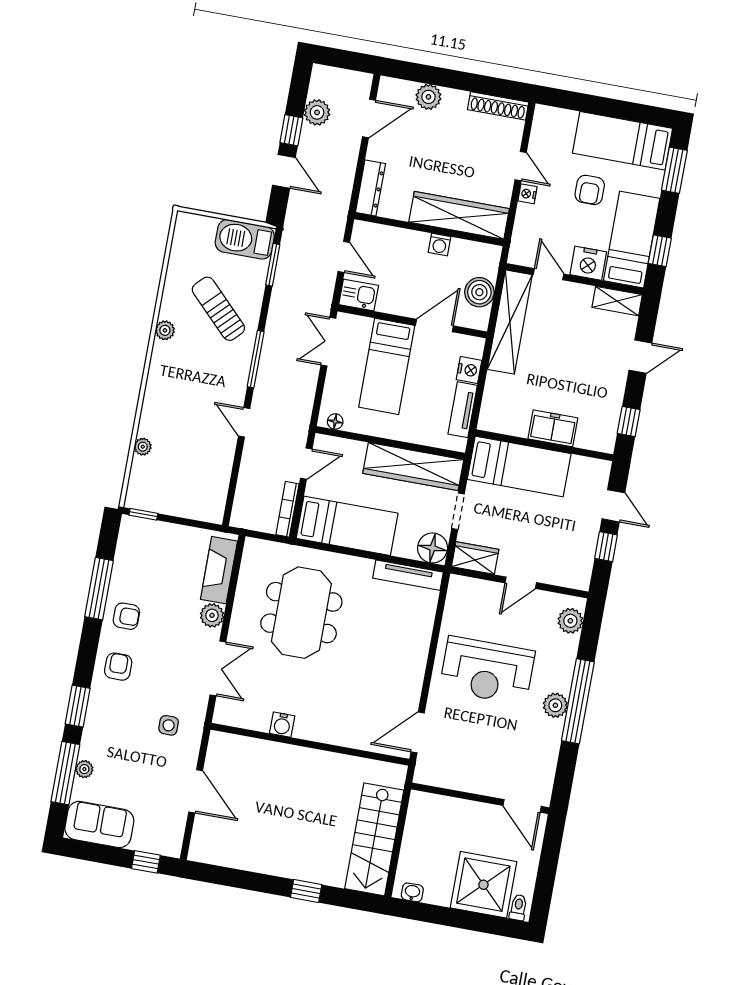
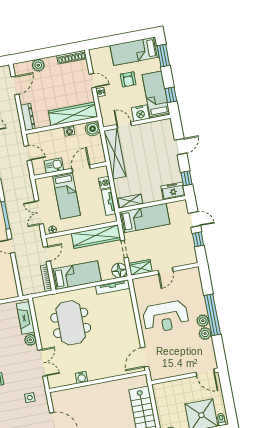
boiler: (479, 292) -> (93, 129), moved
kitchen sink: (359, 295) -> (54, 165), moved
shelving: (617, 301) -> (130, 201), moved
double door: (328, 342) -> (39, 213), moved
freezer: (553, 428) -> (173, 191), moved
plant: (570, 621) -> (205, 334), moved

